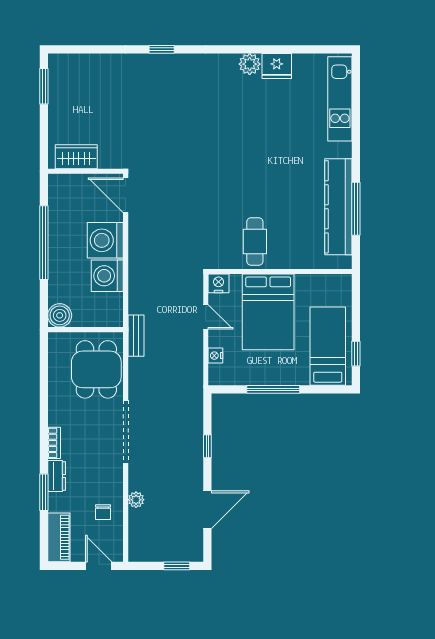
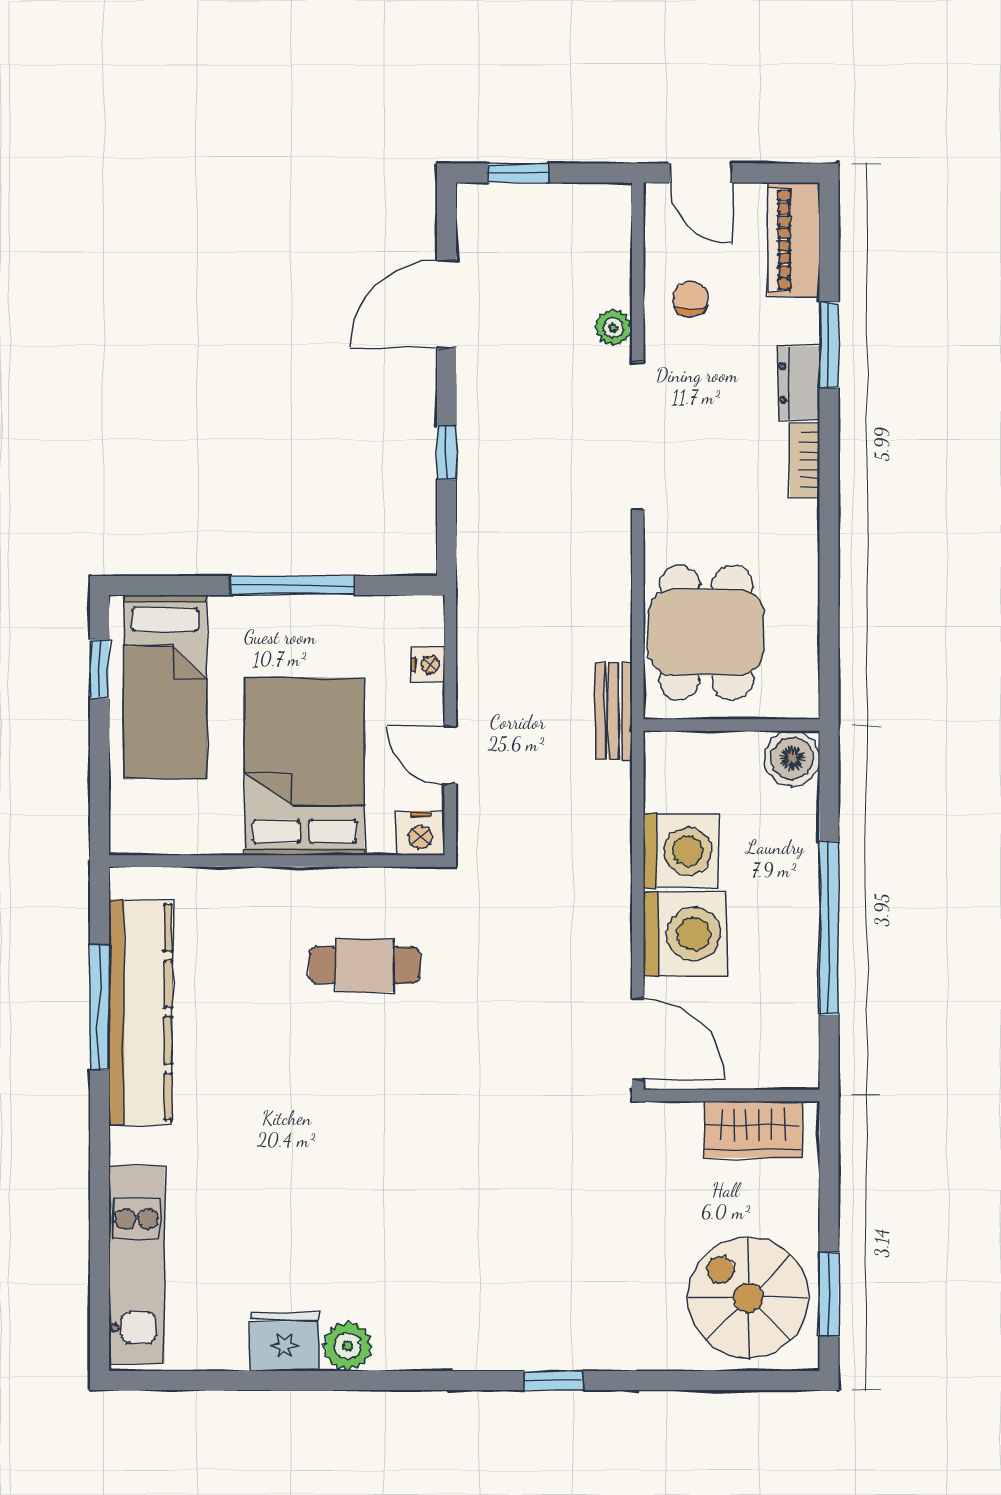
spiral stairs: (78, 85) -> (748, 1298), added
cafe table: (255, 242) -> (365, 965), moved, turned 90
doorway: (126, 432) -> (638, 436), moved

